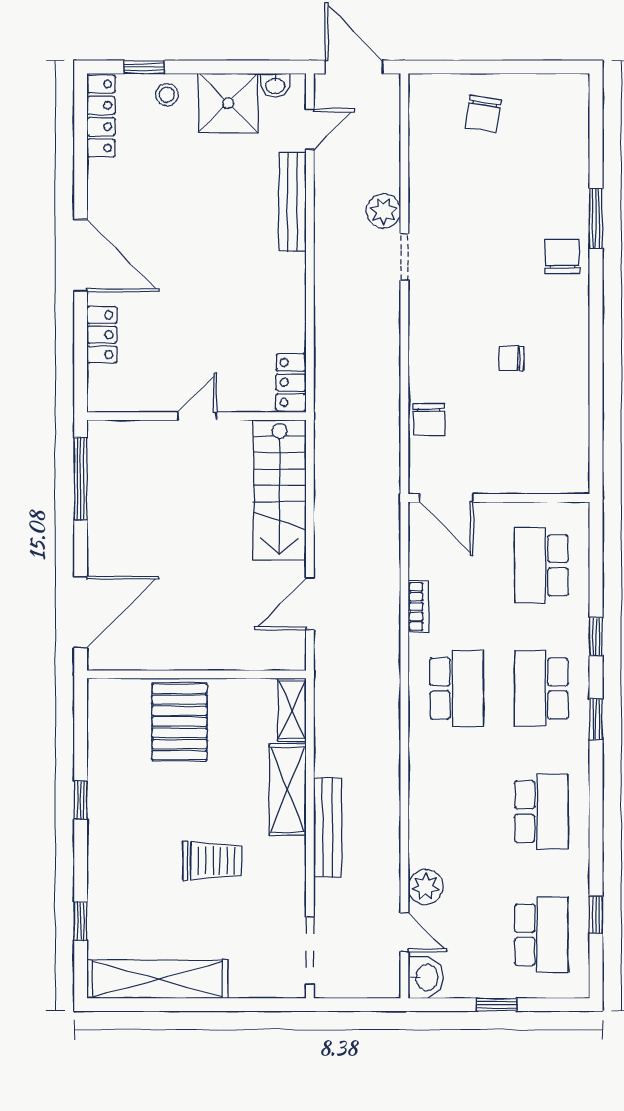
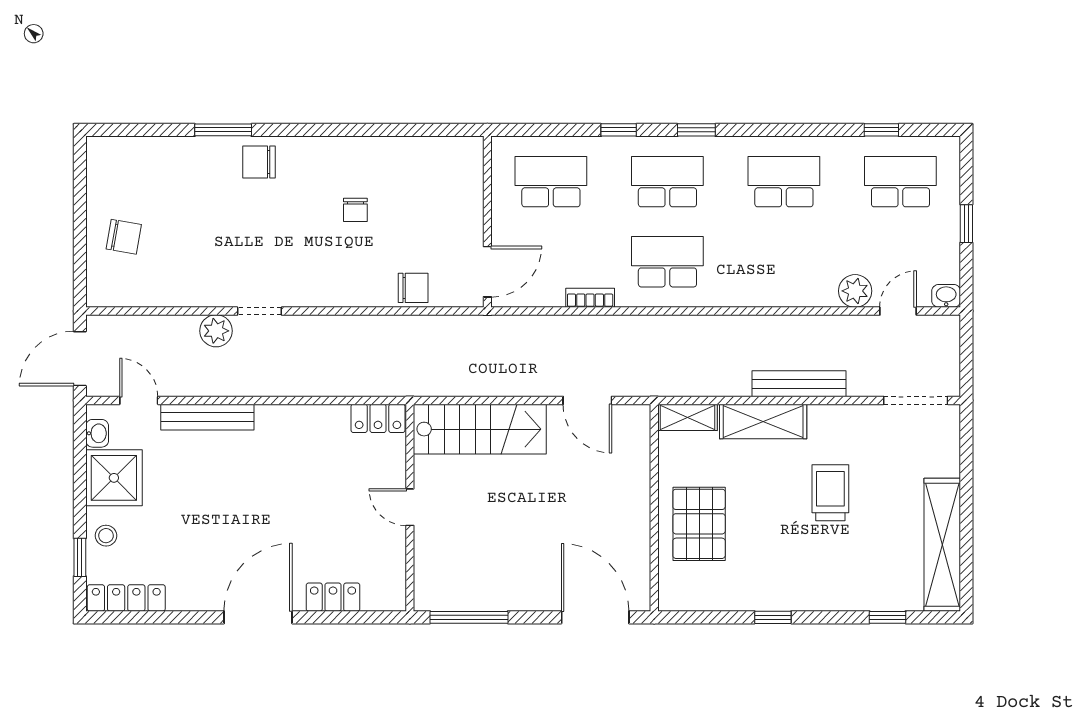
school desk: (541, 565) -> (551, 182), turned 180
school desk: (541, 688) -> (667, 182), turned 180
pallet: (179, 722) -> (699, 524), turned 90
washbasin: (426, 977) -> (946, 296), width x0.72, depth x0.69

